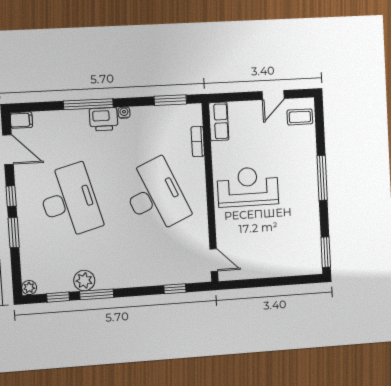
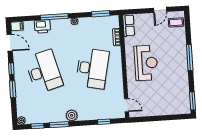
printer: (104, 119) -> (42, 26), moved
reception desk: (248, 187) -> (146, 63), turned 90
desk: (155, 196) -> (92, 68), turned 36
plant: (84, 281) -> (72, 115), moved

